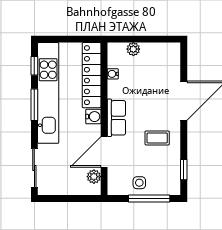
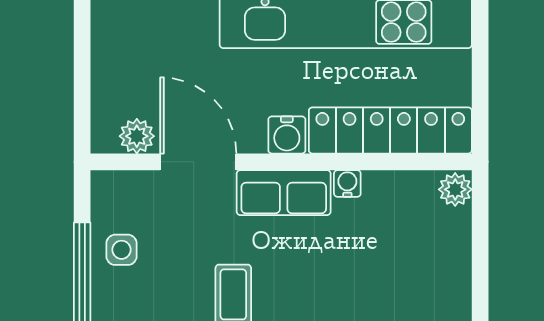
plant: (133, 49) -> (455, 189), moved
water cooler: (113, 74) -> (347, 183), moved

